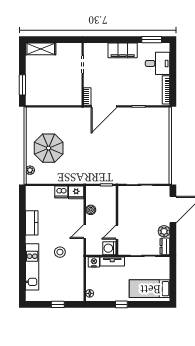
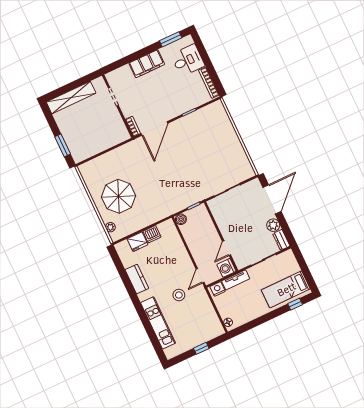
shelving: (41, 49) -> (71, 98), width x1.47
fridge: (76, 192) -> (137, 242), moved
boiler: (91, 210) -> (181, 219), moved
door: (85, 231) -> (200, 276), moved
window: (121, 304) -> (295, 304), moved

